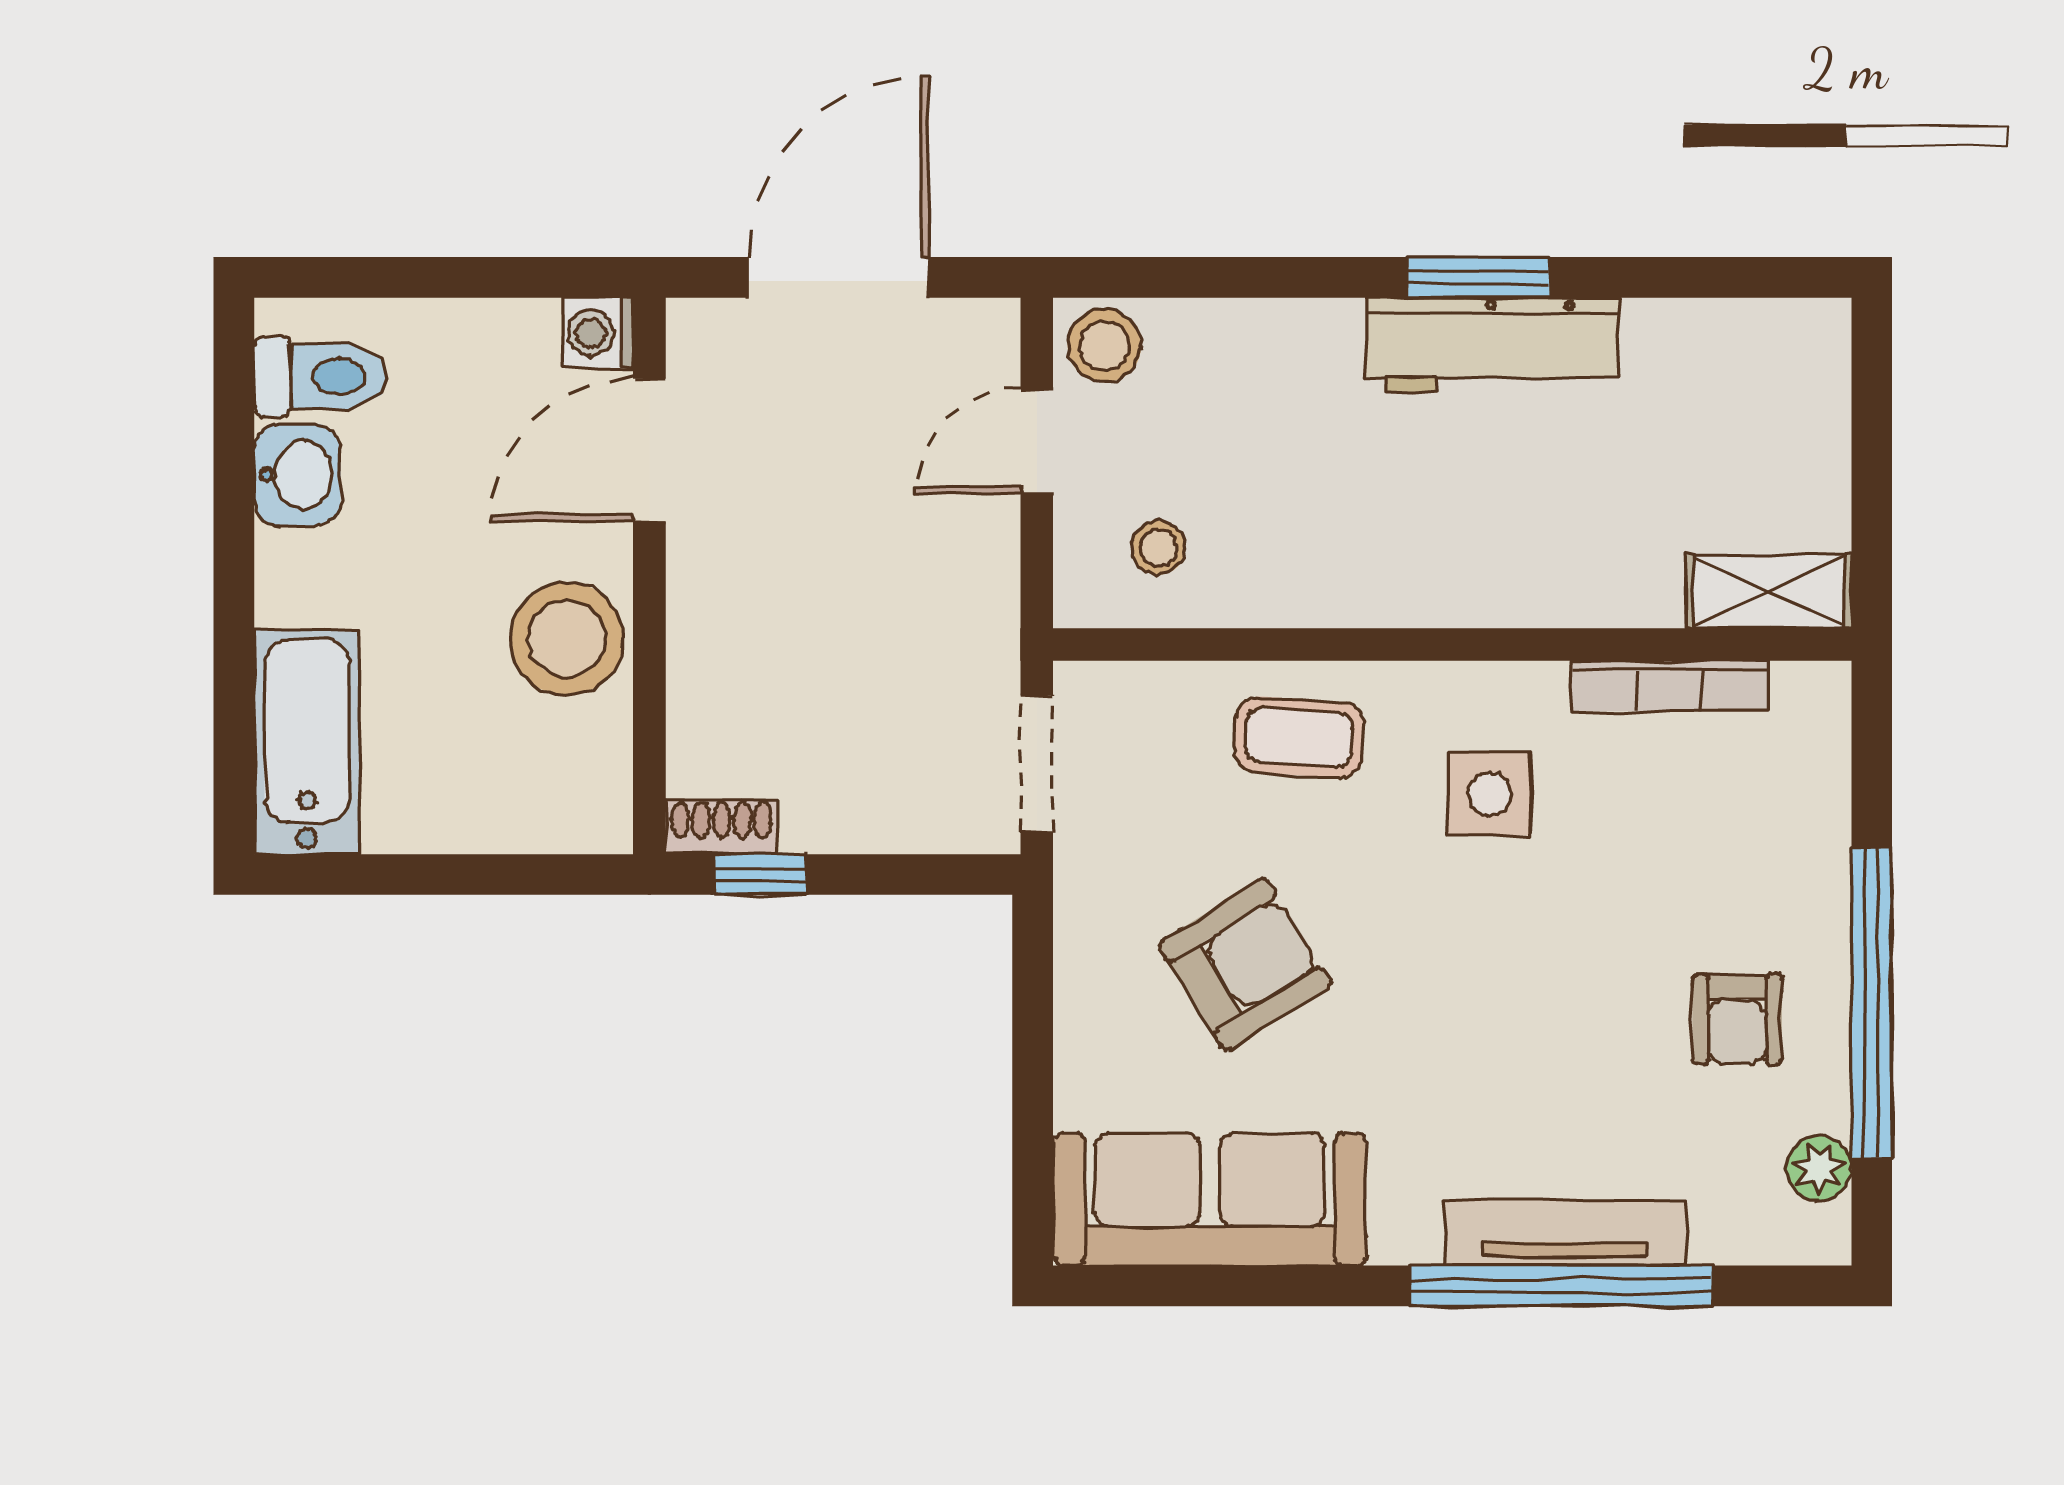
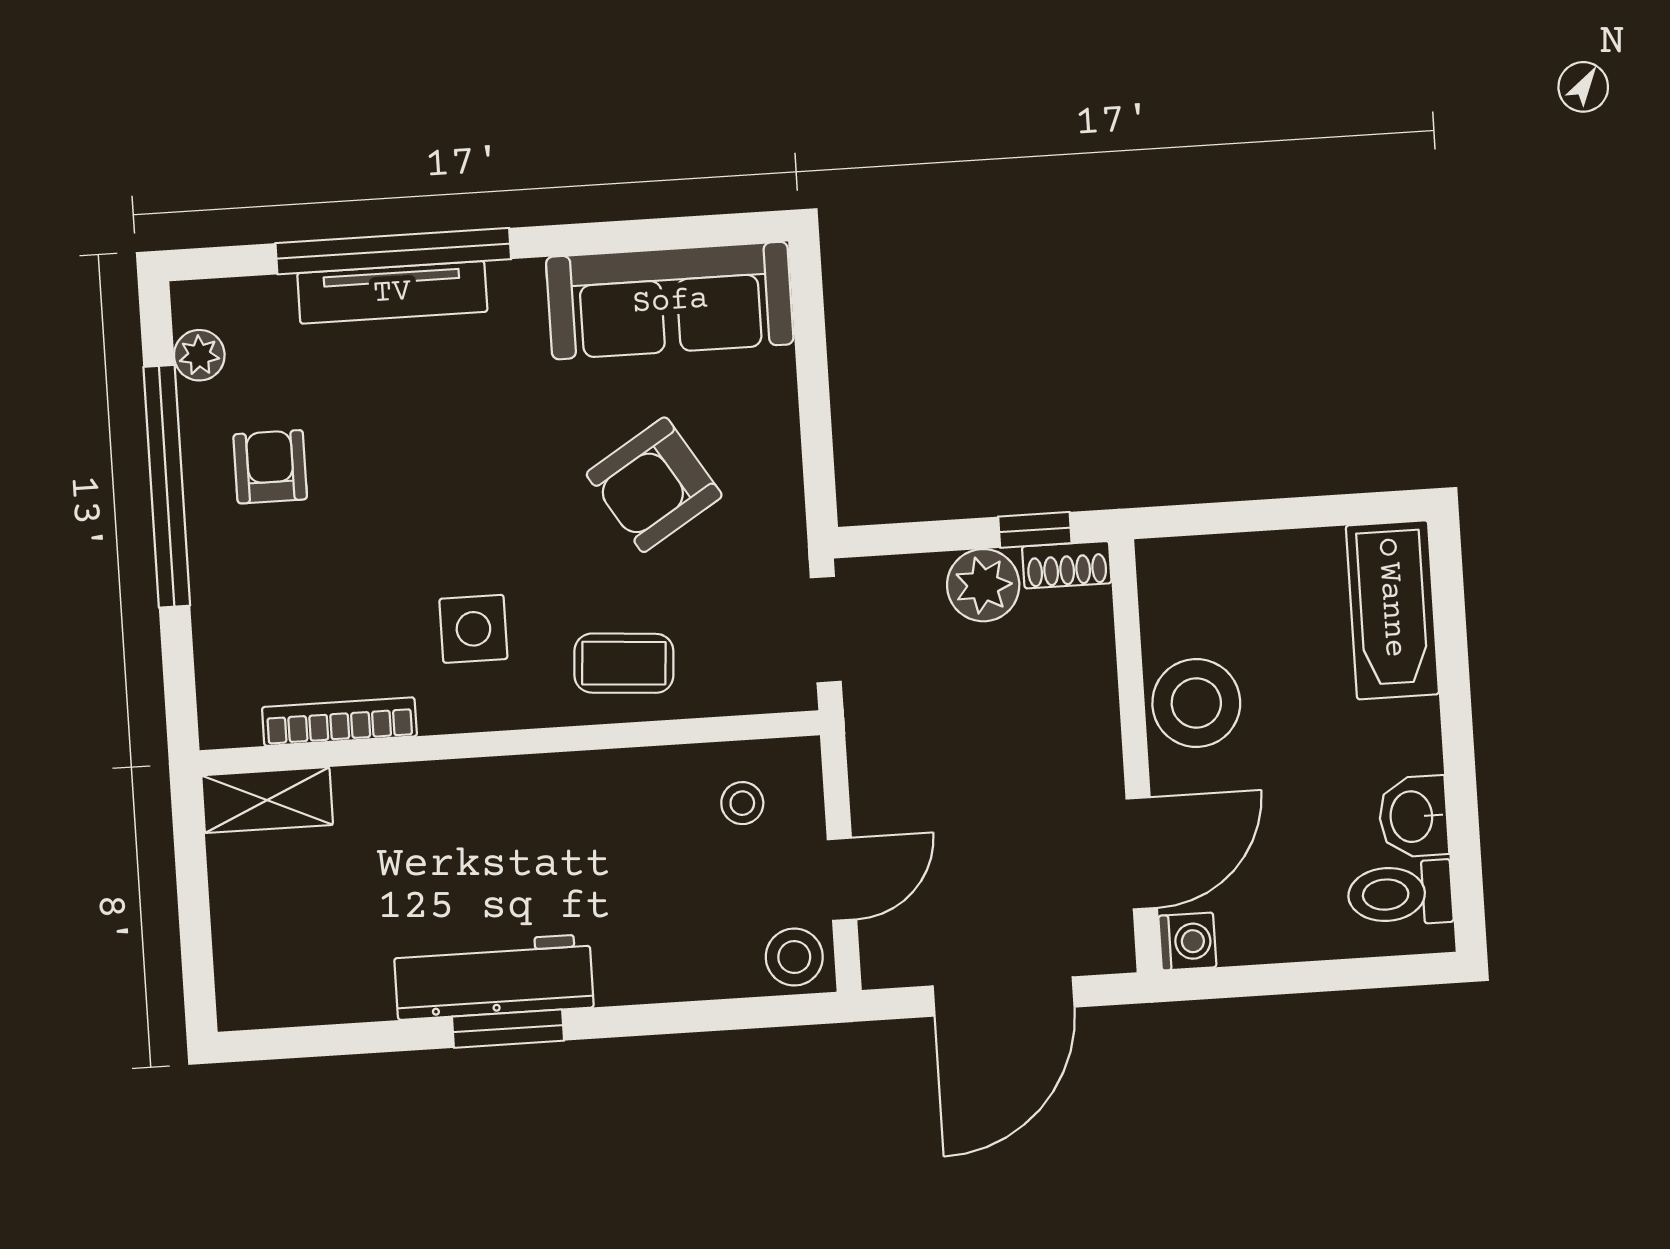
plant: (831, 808) -> (983, 585), added

